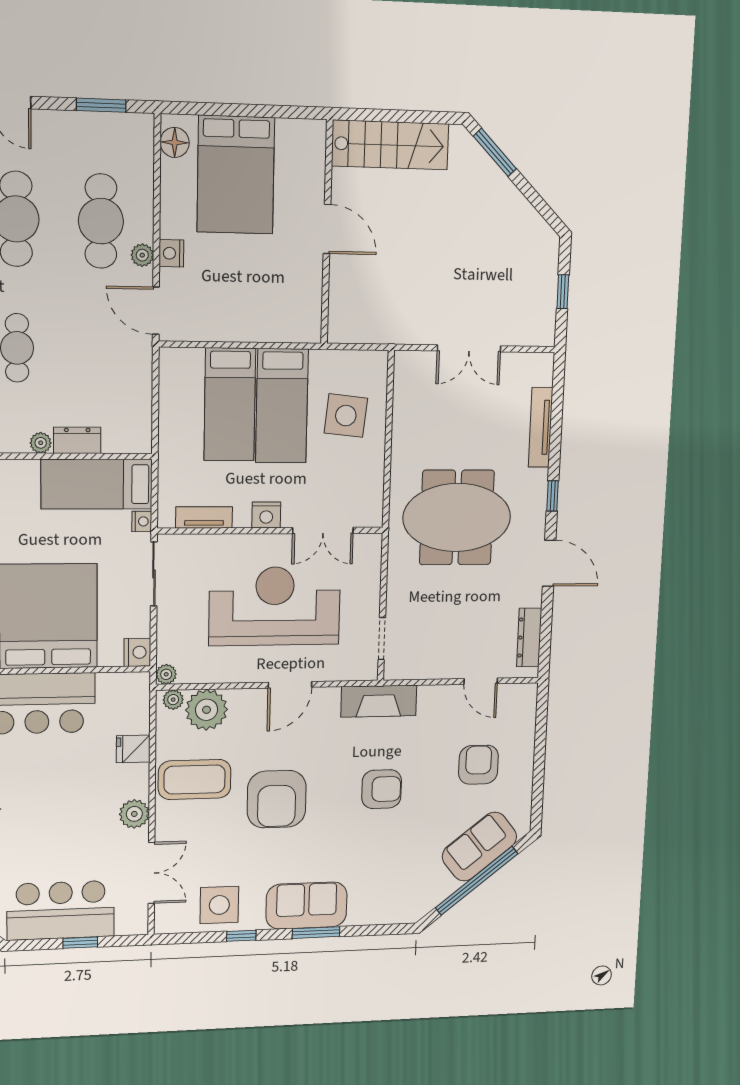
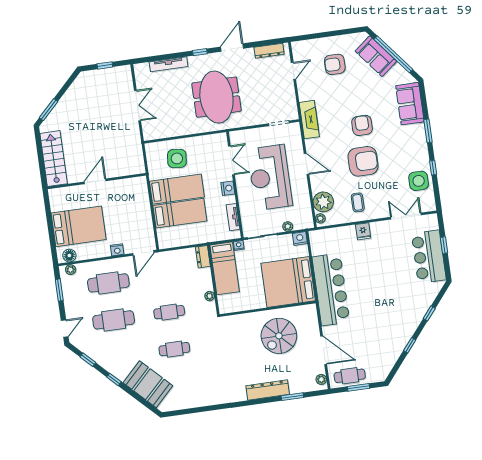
plant: (142, 255) -> (71, 270), moved
dresser: (77, 440) -> (203, 257), moved
plant: (166, 674) -> (288, 226), moved
fridge: (133, 749) -> (363, 231), moved
coffee table: (195, 779) -> (358, 202), width x0.54, depth x0.58
armchair: (382, 789) -> (362, 125), moved
plant: (134, 814) -> (378, 229), removed
sofa: (307, 906) -> (410, 104), moved

